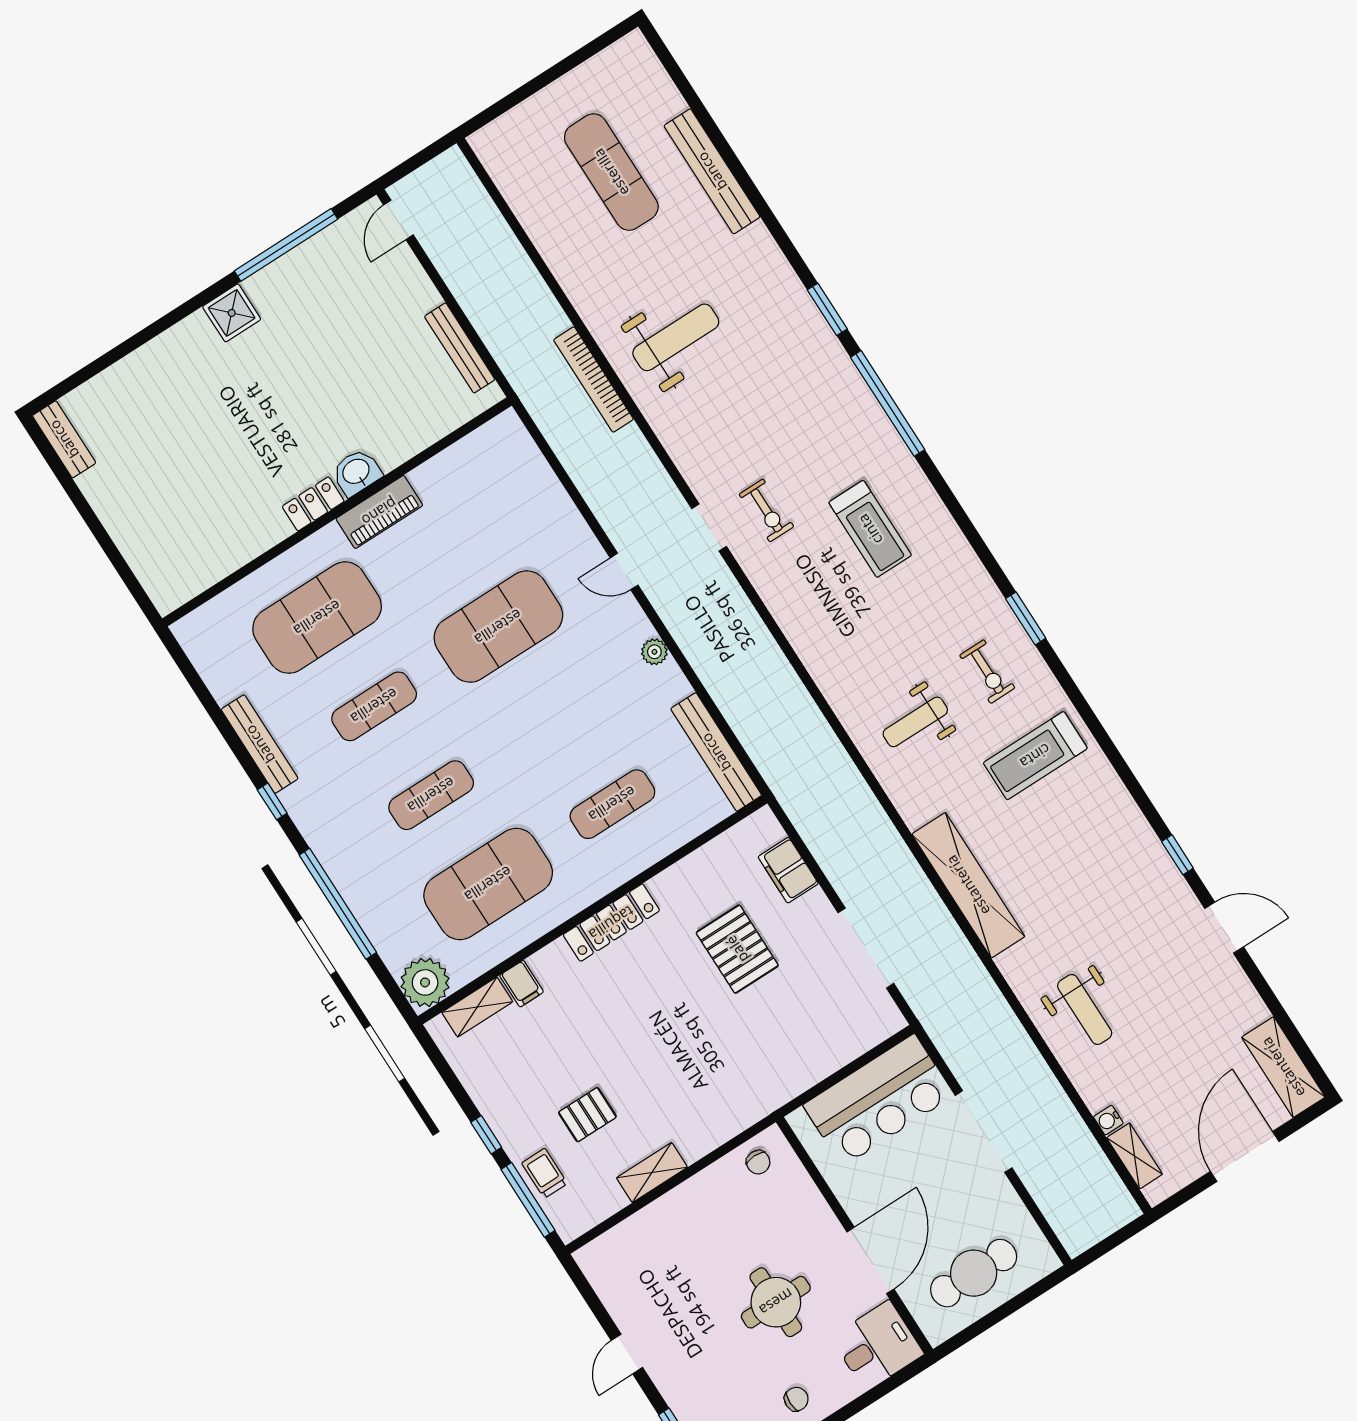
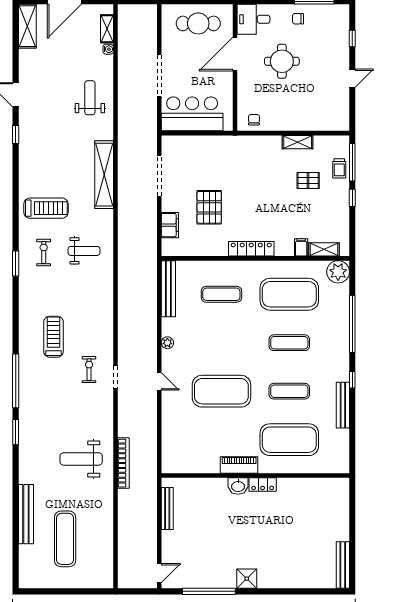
bench: (64, 439) -> (343, 565), width x1.36

